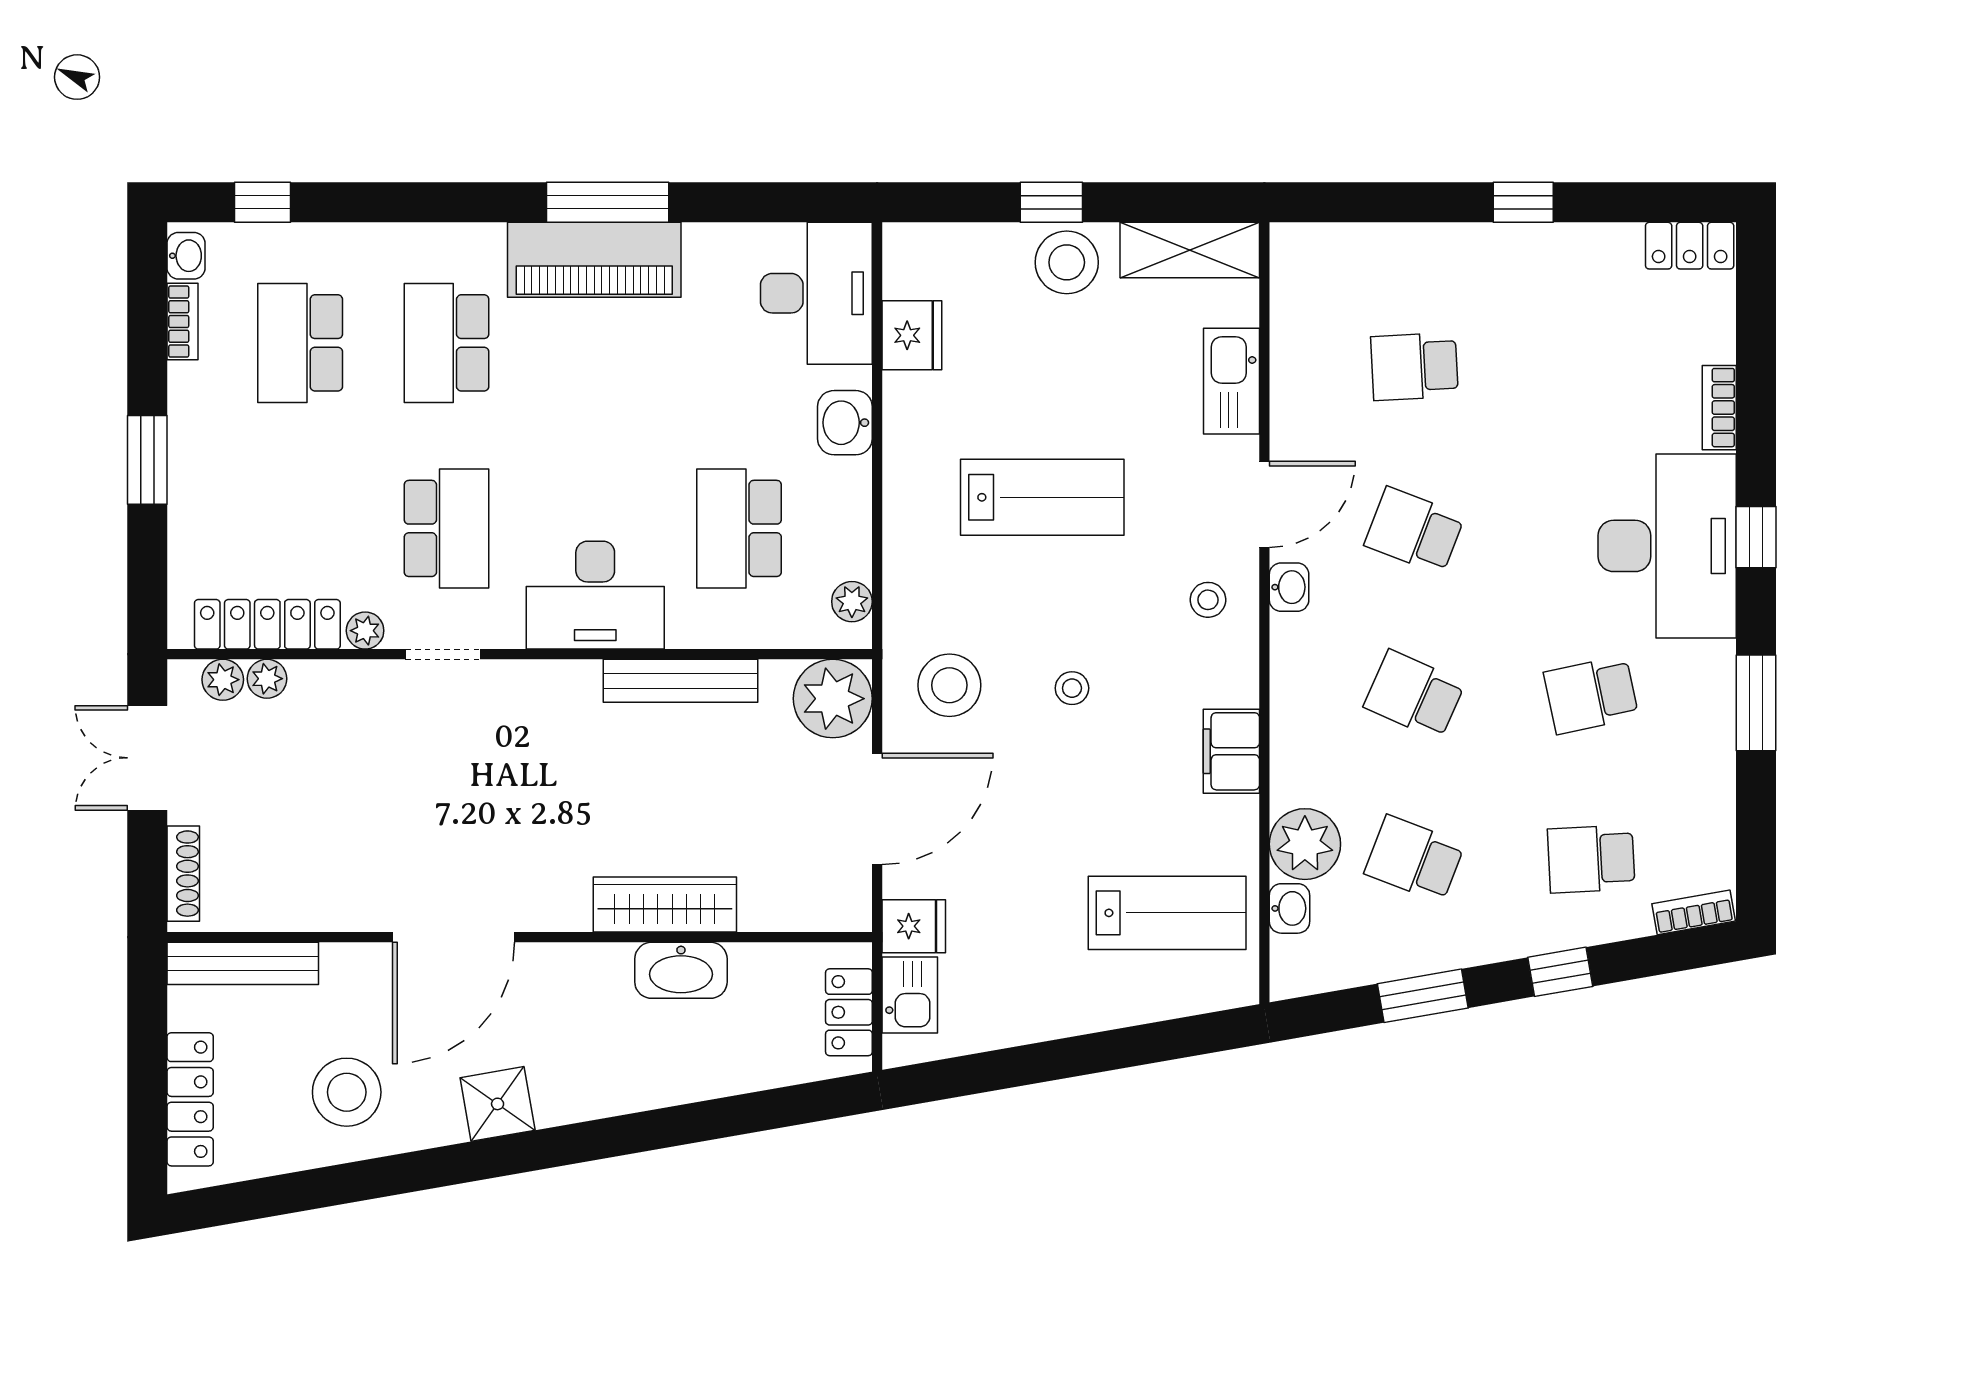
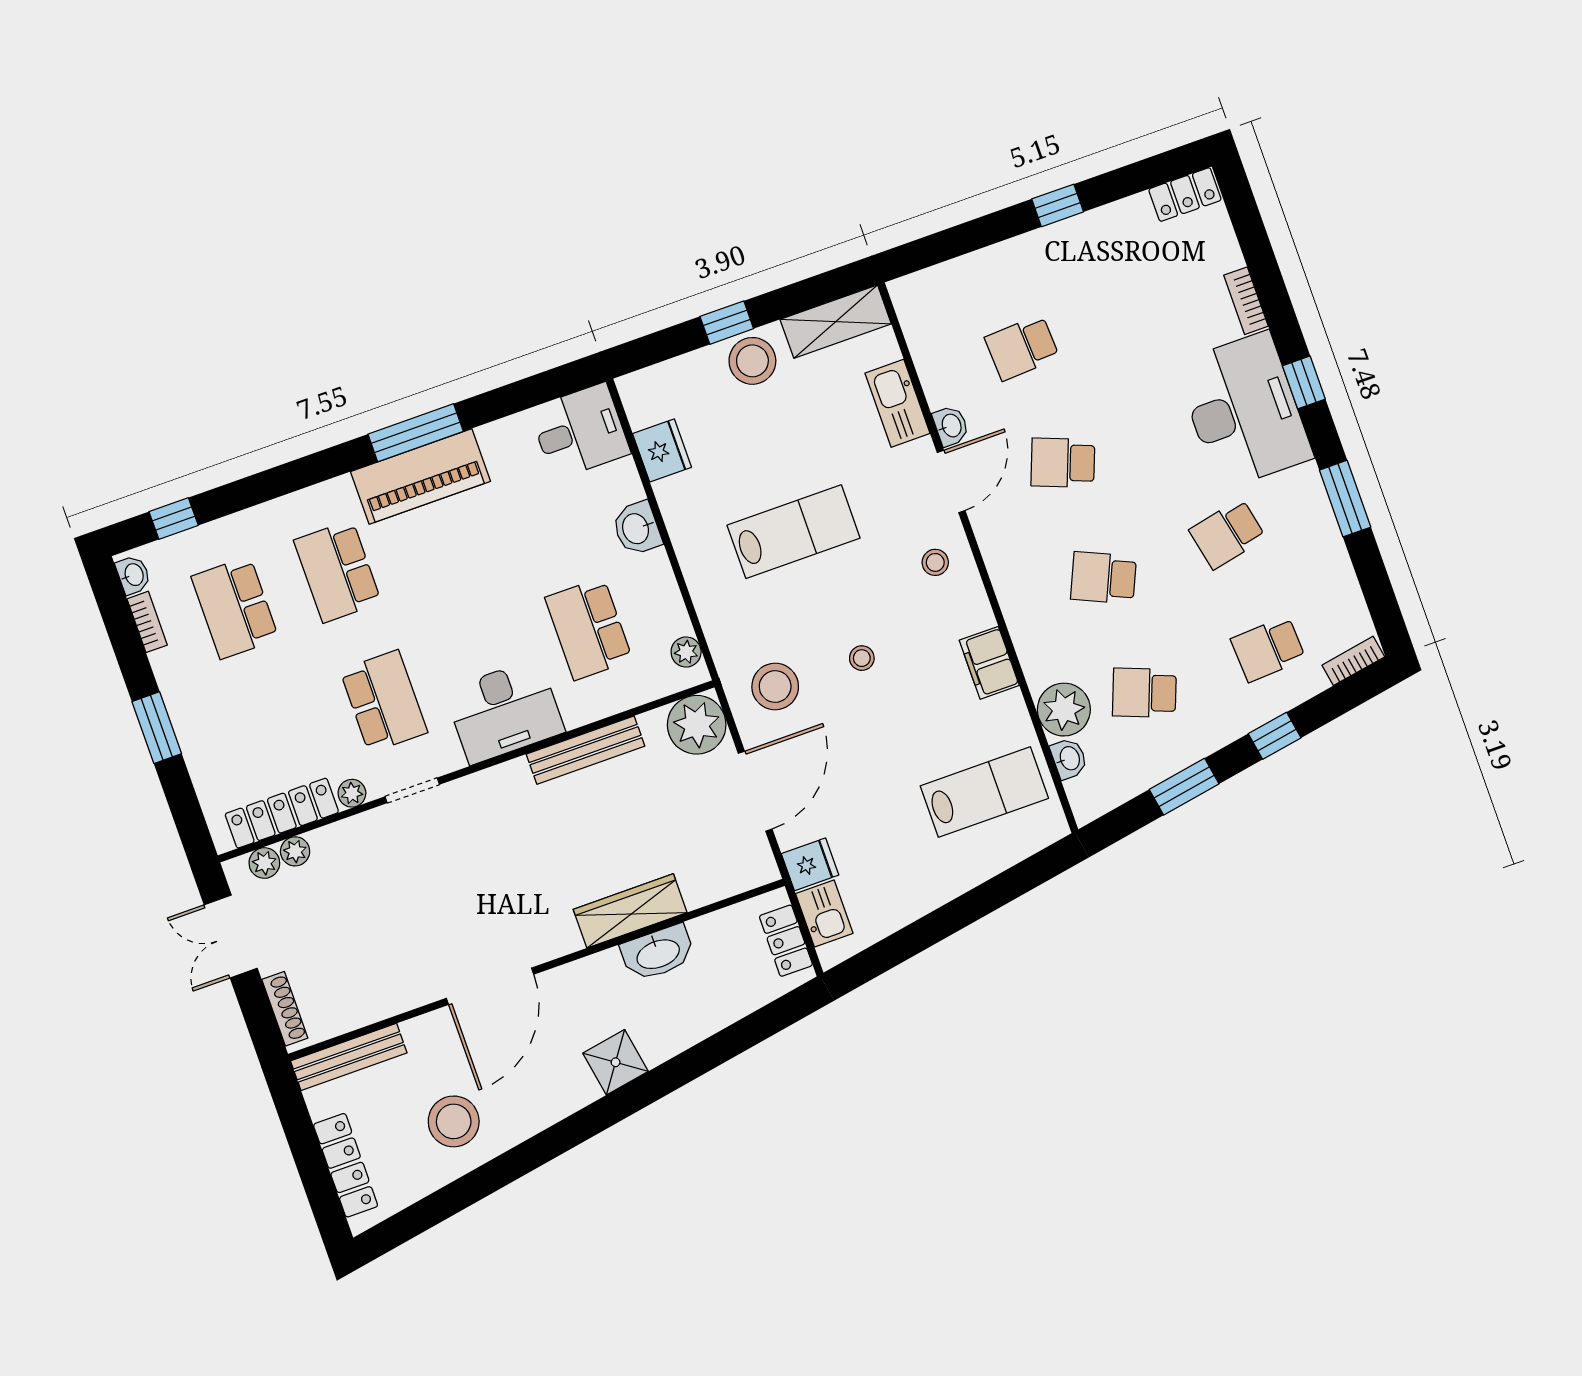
desk: (816, 293) -> (580, 431), width x0.73
washbasin: (1289, 587) -> (951, 426), moved
shower: (498, 1104) -> (616, 1062), moved

